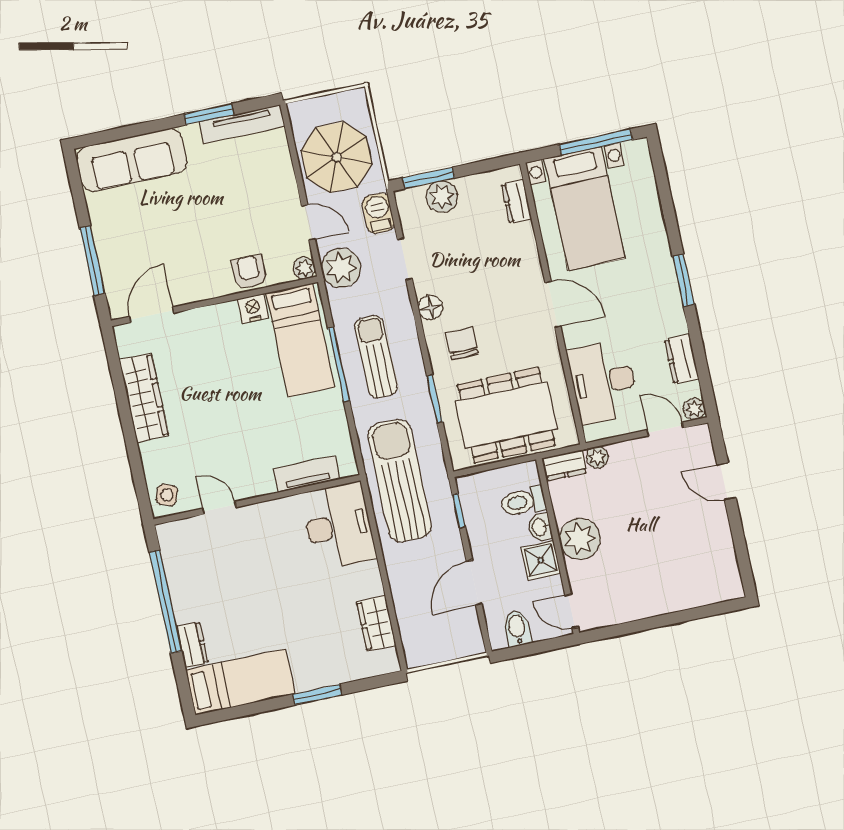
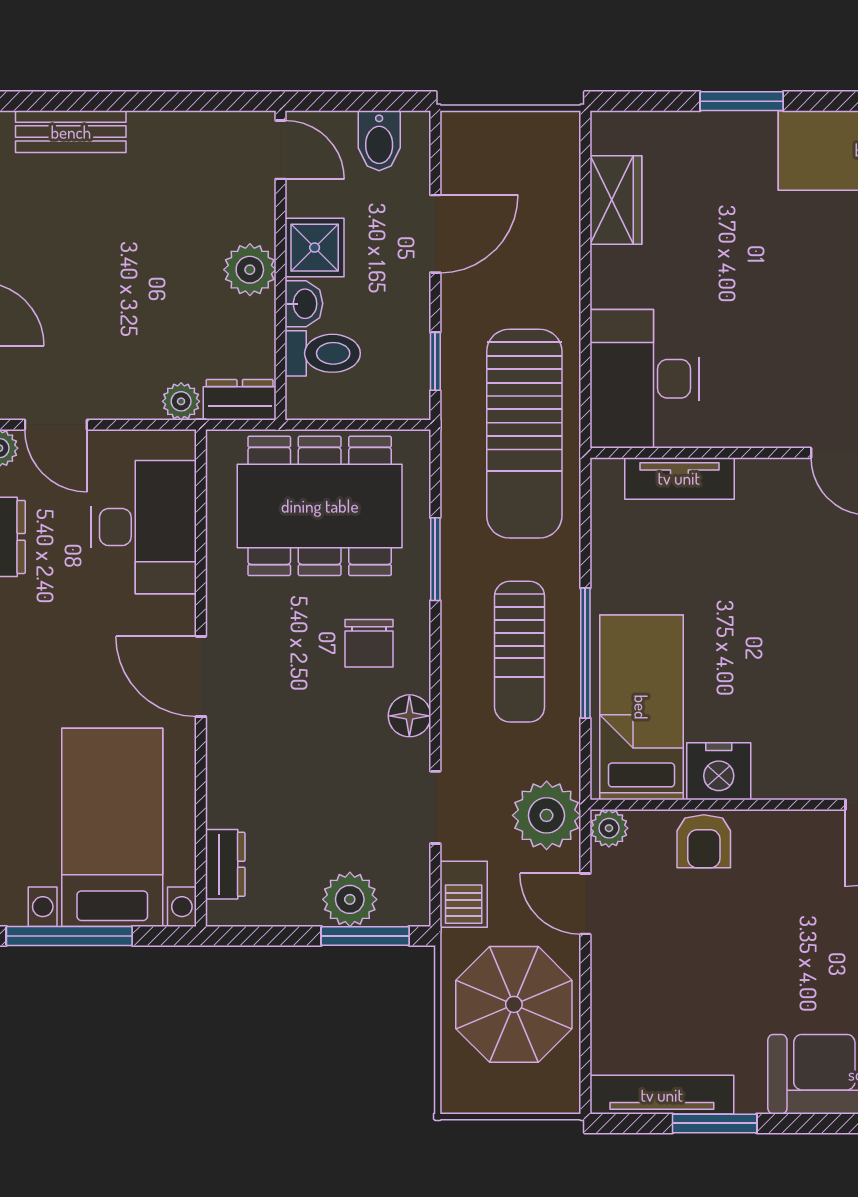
nightstand: (253, 309) -> (719, 771), width x1.36, depth x1.33
plant: (580, 539) -> (250, 270), width x0.73, depth x0.73
bench: (692, 596) -> (71, 132), added

